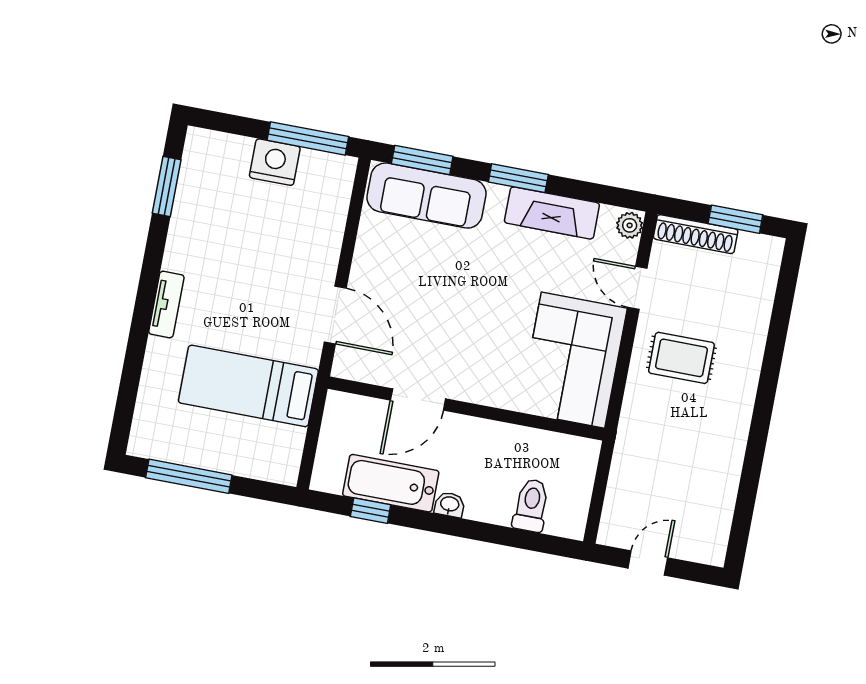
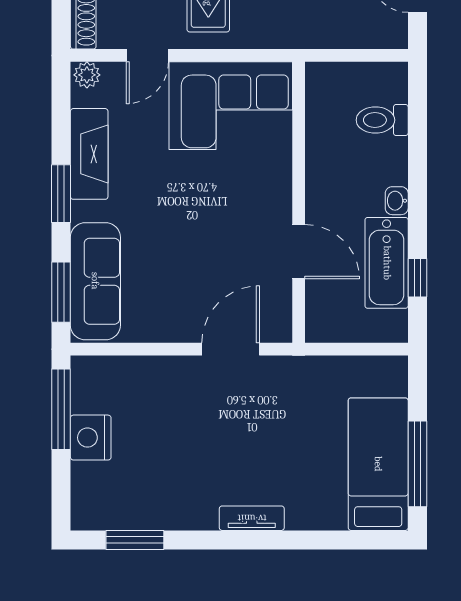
bed: (248, 386) -> (378, 464), moved, turned 180

